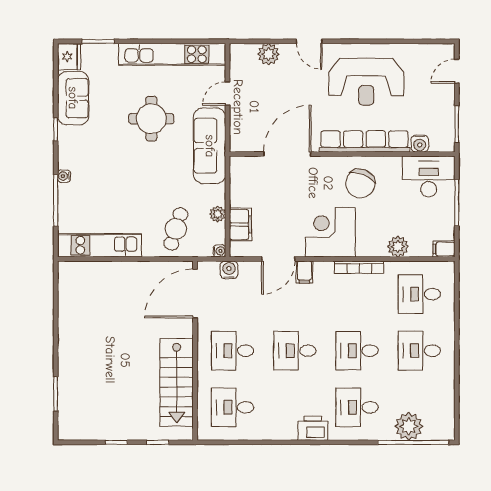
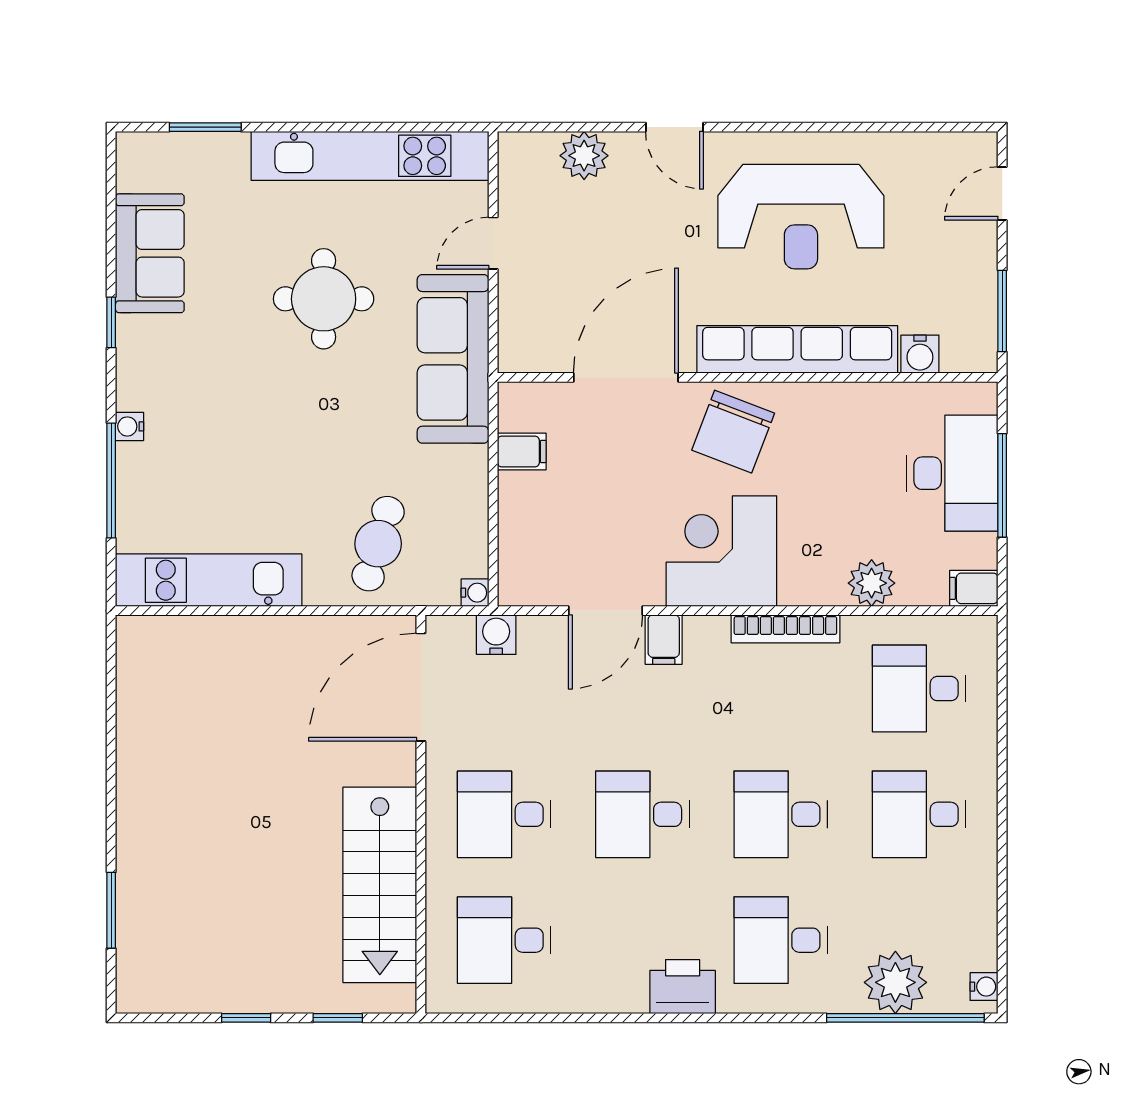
fridge: (69, 57) -> (141, 161), removed
desk: (429, 176) -> (952, 473), moved, turned 90
chair: (360, 183) -> (733, 432), moved
plant: (218, 214) -> (471, 511), removed
filing cabinet: (241, 224) -> (522, 451), moved, width x0.50
water cooler: (449, 428) -> (984, 987), added

